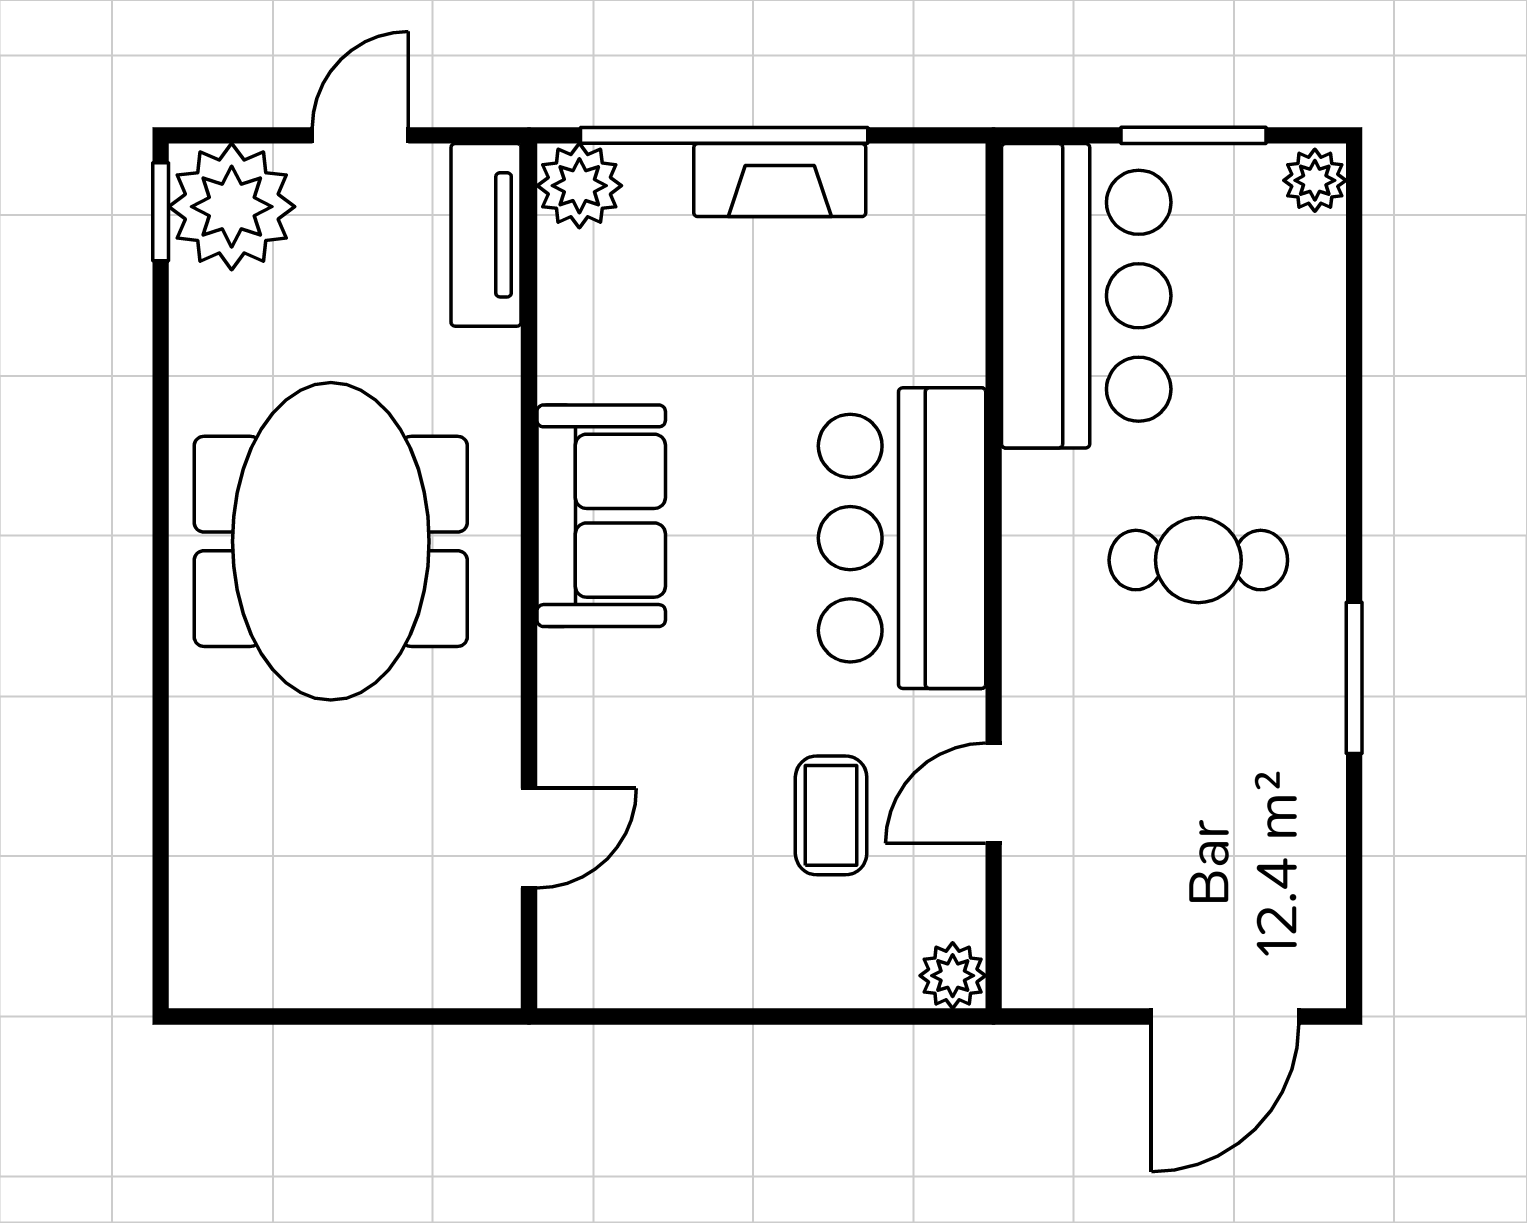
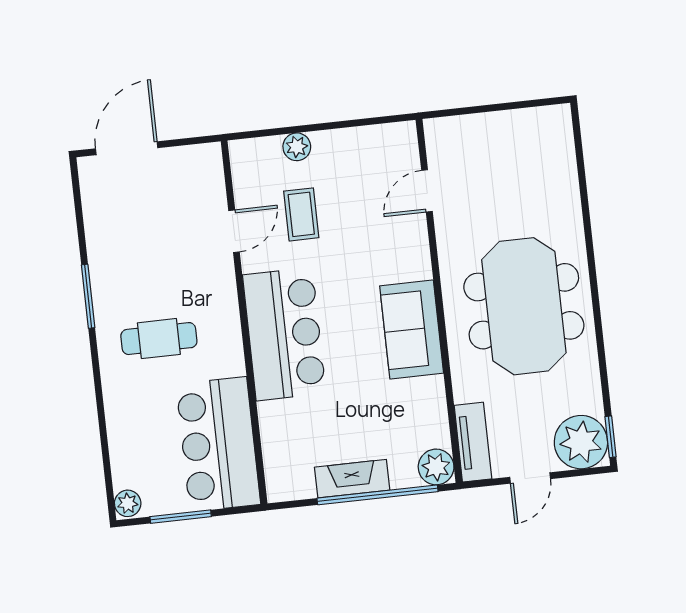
plant: (953, 976) -> (297, 147), moved

